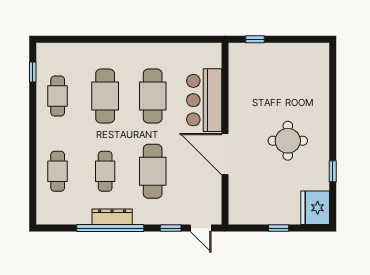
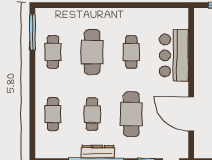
window: (33, 72) -> (32, 32), width x2.17
cafe table: (153, 96) -> (131, 52), width x0.73, depth x0.74
door: (225, 154) -> (191, 114), moved

